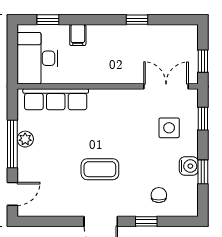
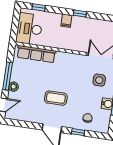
window: (137, 20) -> (80, 14), moved
filing cabinet: (78, 35) -> (66, 21), moved
plant: (25, 139) -> (14, 87), moved

